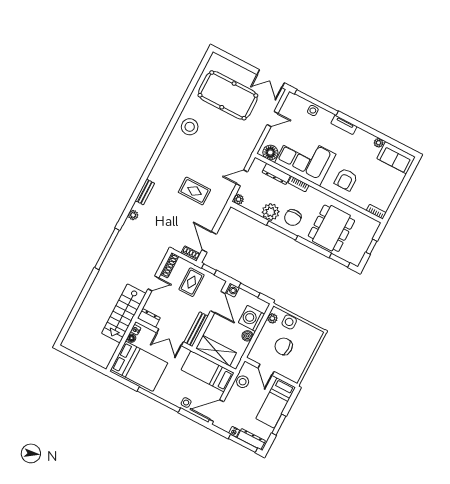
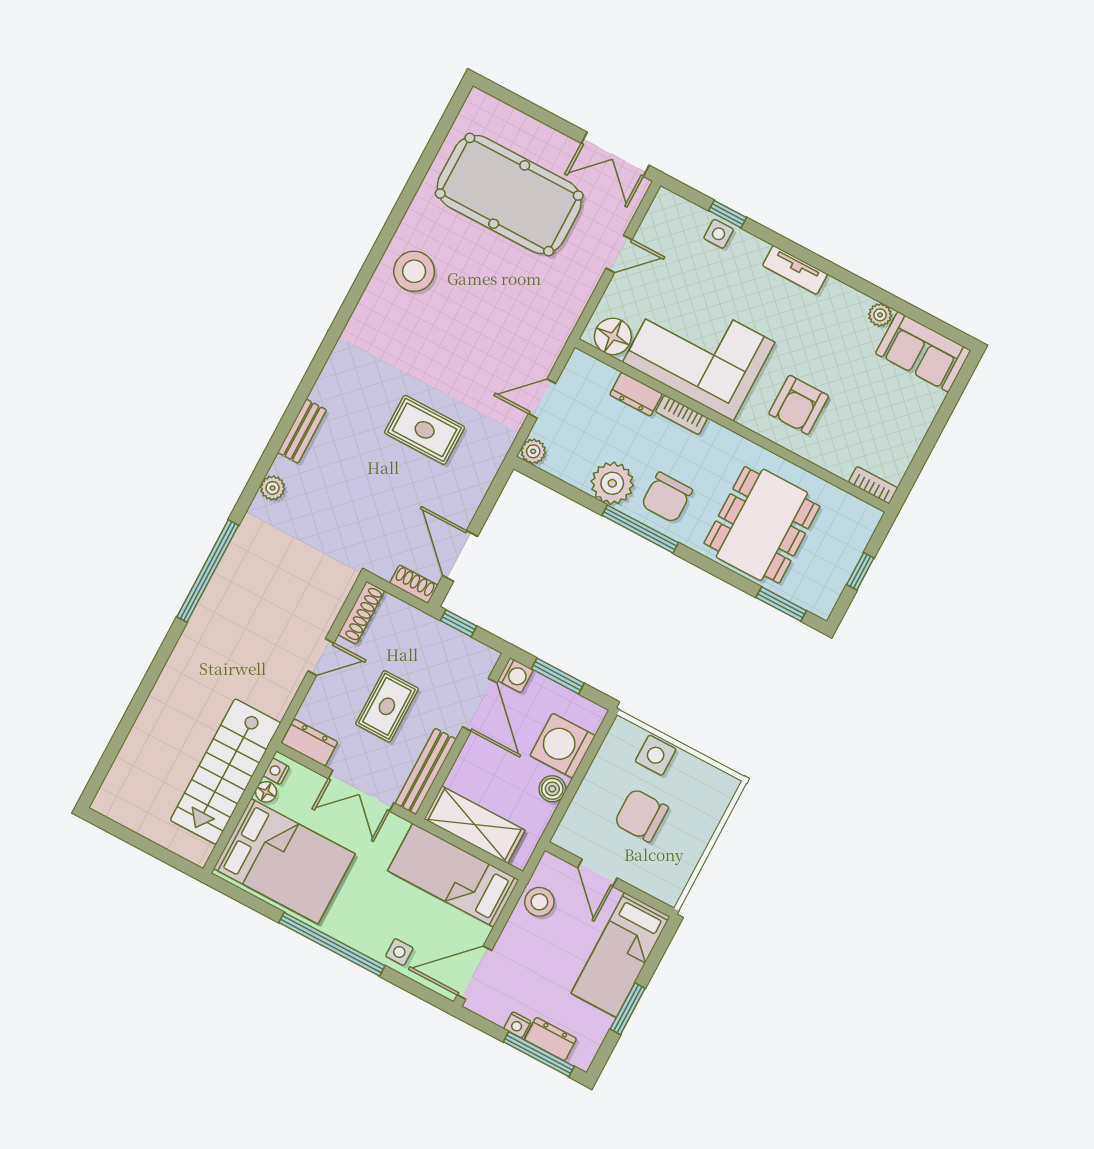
window: (316, 102) -> (728, 214), width x0.32
dresser: (276, 174) -> (636, 394), width x0.70
rug: (191, 282) -> (387, 706), moved
stairs: (124, 313) -> (226, 772), moved
plant: (272, 318) -> (614, 746), removed
dresser: (251, 439) -> (550, 1039), width x0.70

